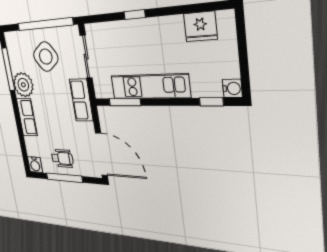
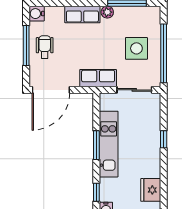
side table: (46, 57) -> (136, 48), turned 37
plant: (23, 85) -> (107, 12), width x0.53, depth x0.53
window: (125, 102) -> (96, 145), moved
wheelchair: (62, 158) -> (45, 47), turned 180

